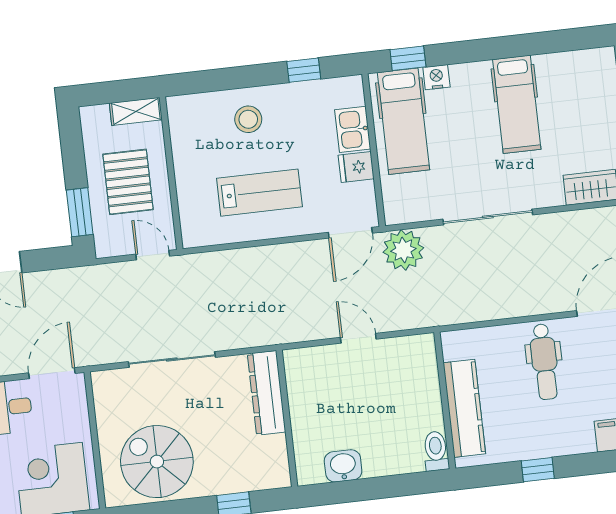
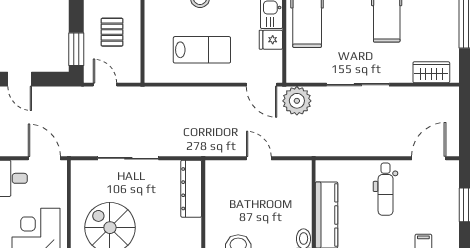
pallet: (128, 182) -> (112, 32), width x0.67, depth x0.71
door: (350, 233) -> (262, 85), hinge flipped
door: (153, 255) -> (105, 85), moved
door: (52, 373) -> (44, 158), hinge flipped

